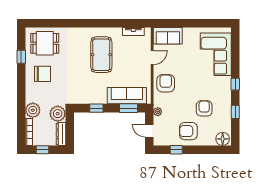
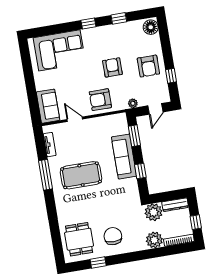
window: (107, 23) -> (45, 175), added
sofa: (127, 96) -> (124, 157), moved
armchair: (204, 108) -> (112, 67), moved, turned 90

